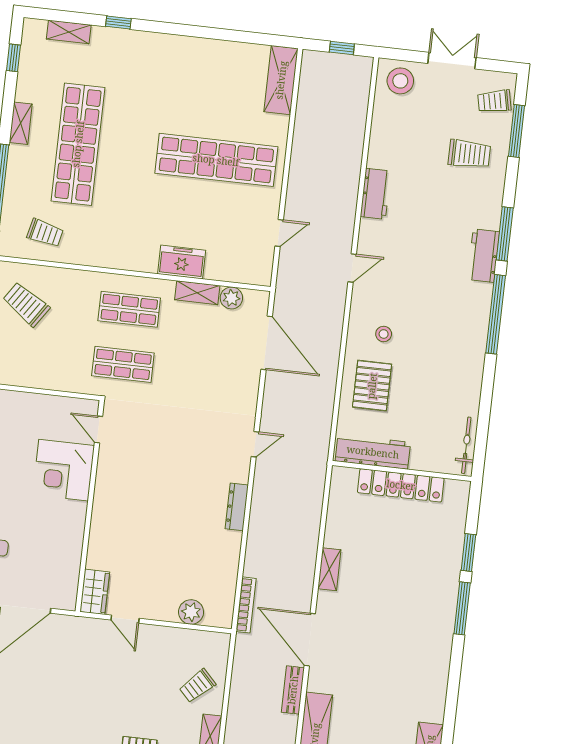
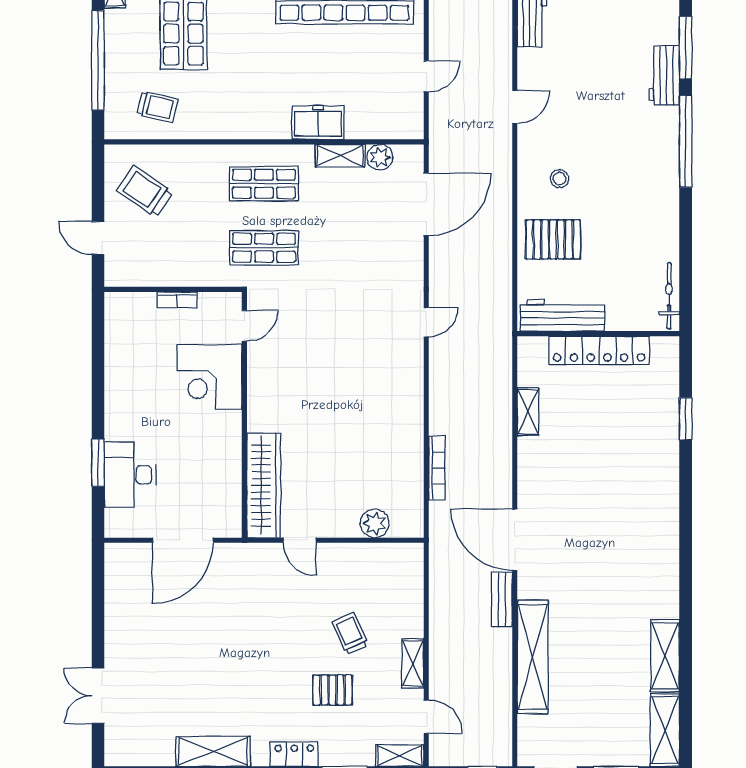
door: (267, 343) -> (426, 204), hinge flipped
pallet: (372, 386) -> (553, 239), turned 90
bookcase: (43, 401) -> (177, 300), added
door: (98, 429) -> (244, 326), swing flipped
dresser: (237, 507) -> (413, 397), removed
shelving: (329, 569) -> (528, 412), moved
wardrobe: (95, 592) -> (264, 485), width x2.10, depth x1.17
bookcase: (246, 605) -> (437, 468), moved
window: (462, 608) -> (686, 484), removed
trolley: (197, 686) -> (350, 633), moved, turned 110

